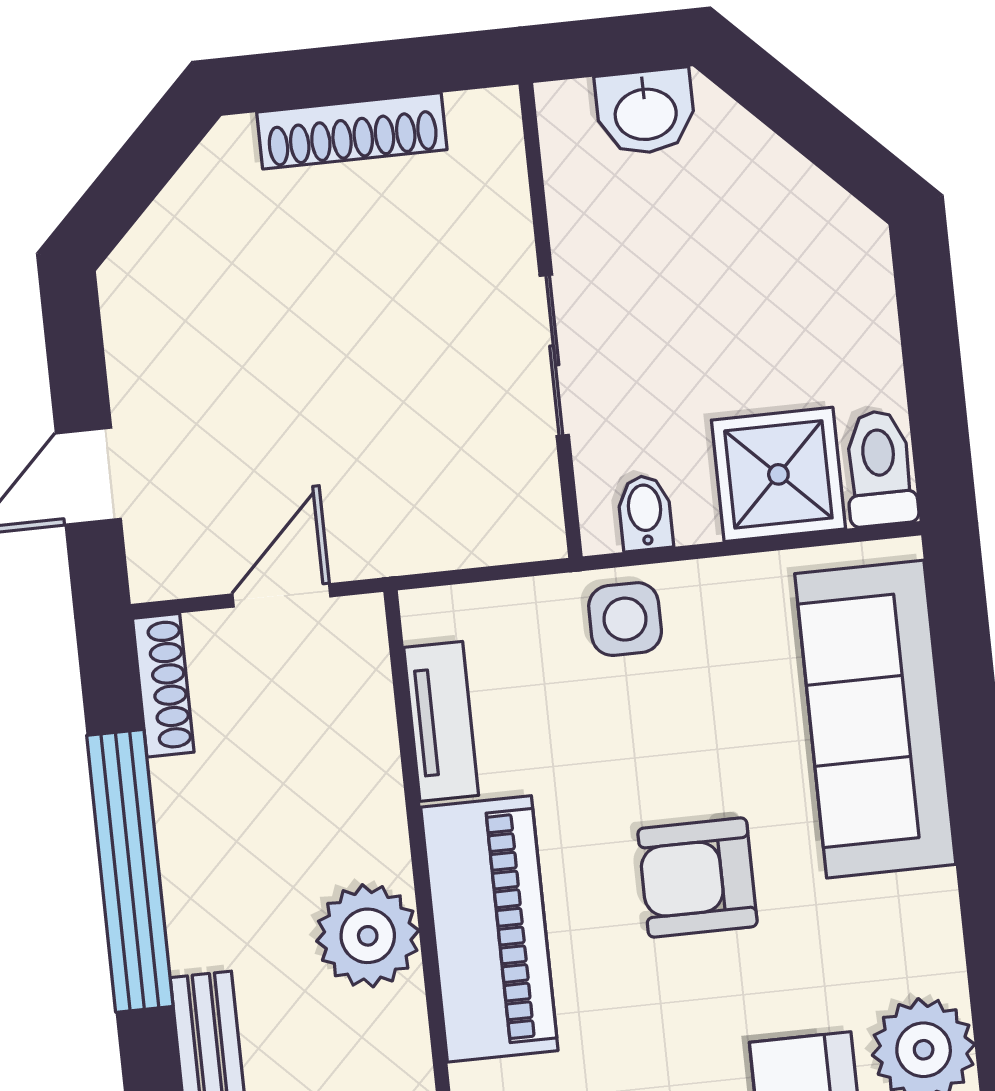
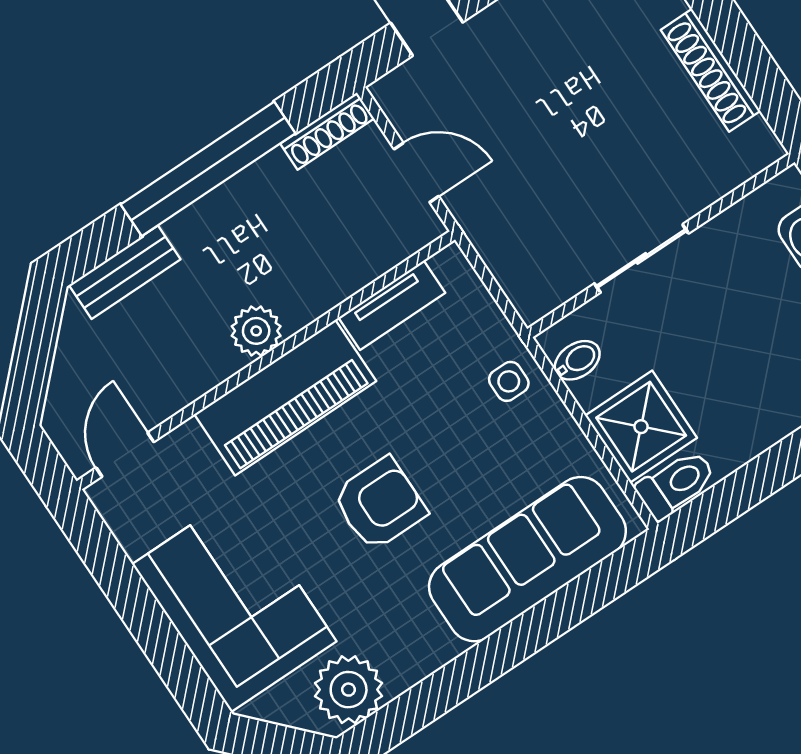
side table: (625, 619) -> (509, 381), width x0.73, depth x0.73
armchair: (697, 878) -> (380, 504), turned 90
plant: (368, 936) -> (256, 331), width x0.73, depth x0.73

